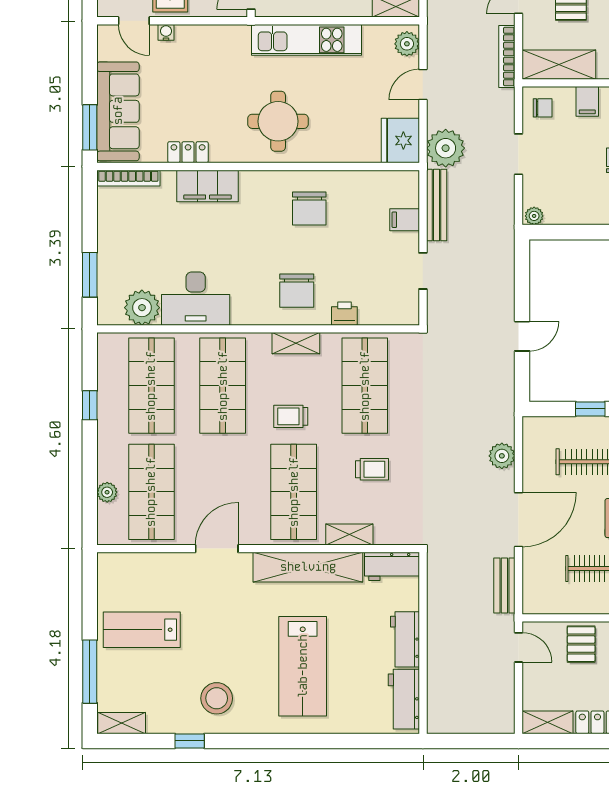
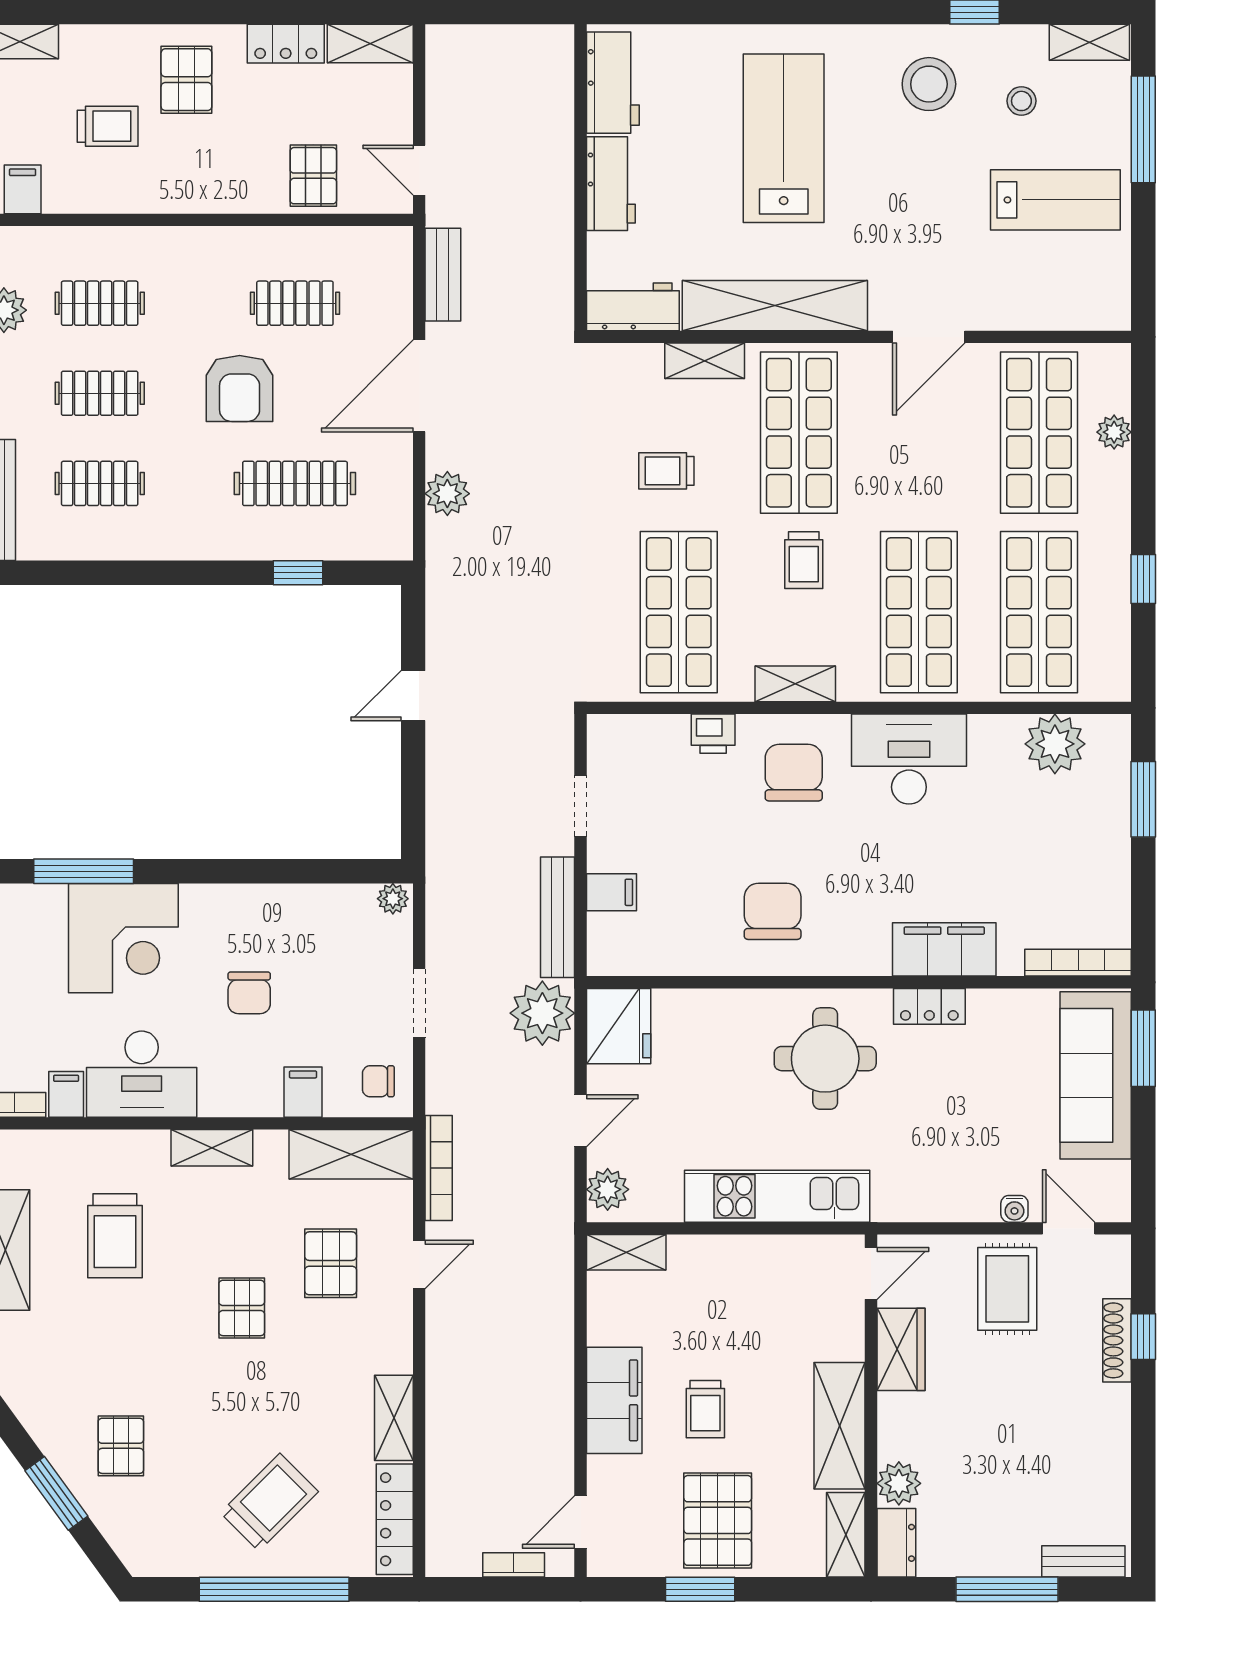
locker: (188, 152) -> (929, 1006), moved
desk: (196, 299) -> (909, 759), moved
trolley: (291, 416) -> (804, 560), turned 90
stool: (162, 688) -> (1021, 101), added

